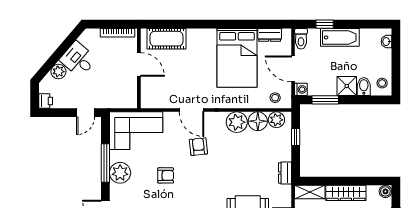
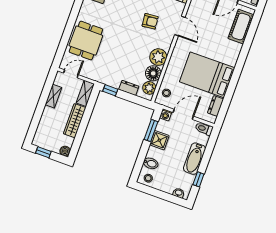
window: (325, 24) -> (198, 179), moved
shower: (347, 86) -> (159, 140), moved
door: (191, 110) -> (180, 26), swing flipped
window: (296, 137) -> (110, 90), moved
dresser: (285, 173) -> (129, 88), moved

